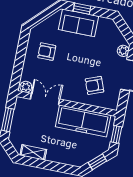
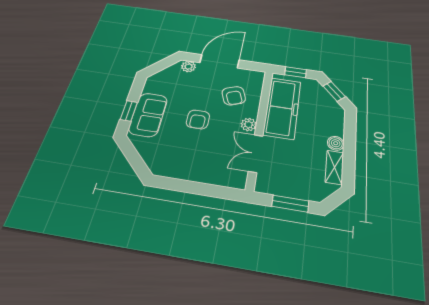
armchair: (47, 52) -> (198, 119), moved
plant: (26, 87) -> (249, 125), moved
boiler: (52, 156) -> (336, 143), added

